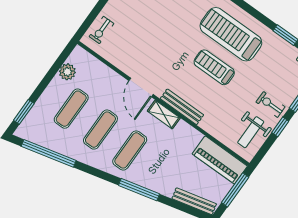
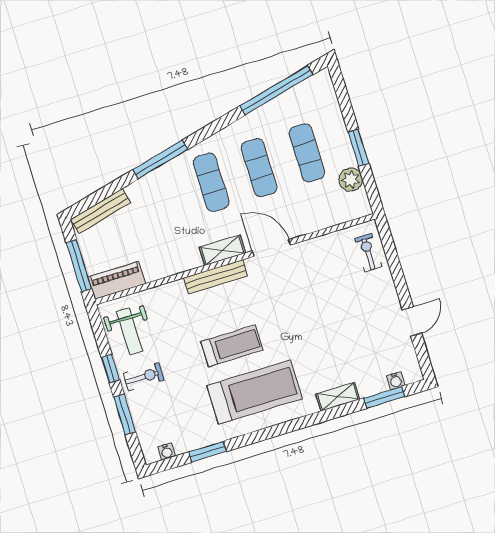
window: (24, 112) -> (359, 148), moved
weight bench: (251, 132) -> (130, 331), turned 180
piano: (220, 160) -> (117, 280), width x0.73, depth x0.75

